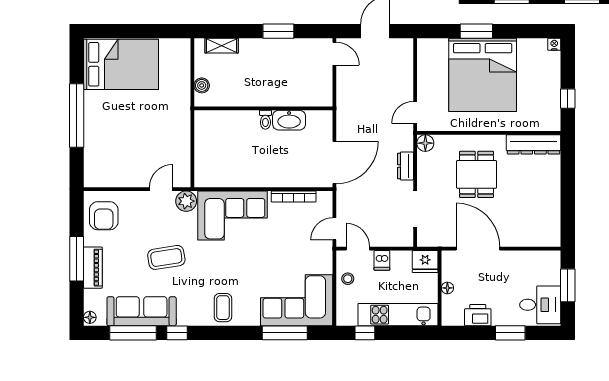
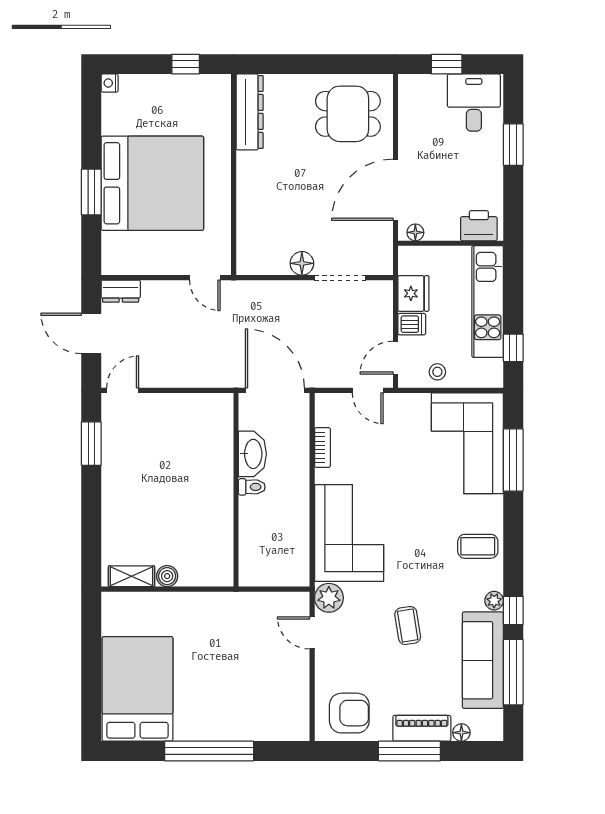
window: (278, 31) -> (91, 444), moved
shelving: (222, 46) -> (132, 576), moved, turned 90
wall: (263, 108) -> (236, 490), moved
toilet: (265, 120) -> (252, 487), moved
washbasin: (289, 120) -> (252, 454), moved
floor lamp: (425, 143) -> (302, 263), moved
dresser: (405, 166) -> (121, 291), moved
dining table: (476, 174) -> (348, 114), moved
bookcase: (294, 197) -> (322, 448), width x0.64
coffee table: (166, 257) -> (408, 626), width x0.73, depth x0.77
fridge: (425, 262) -> (413, 293), moved
window: (568, 285) -> (447, 64), width x0.67
floor lamp: (447, 288) -> (415, 232), moved
printer: (478, 315) -> (479, 226), moved, turned 90
floor lamp: (90, 317) -> (461, 733), moved
plant: (184, 319) -> (494, 601), added

